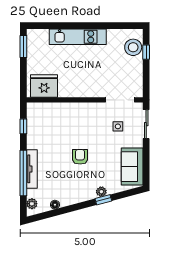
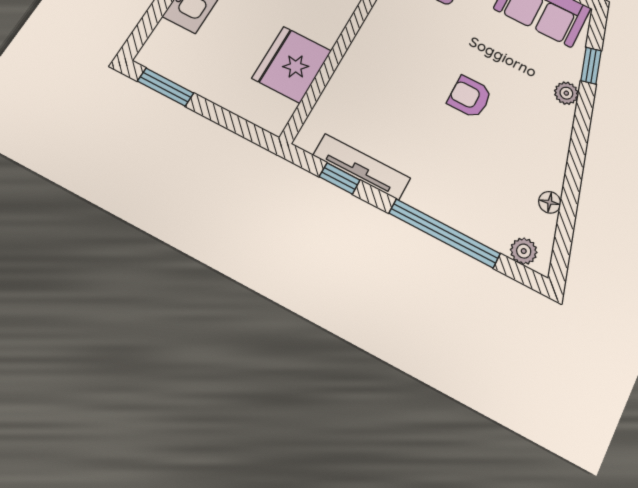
fridge: (44, 86) -> (292, 64), moved
tv unit: (32, 169) -> (362, 167), moved
window: (103, 200) -> (591, 66), moved

